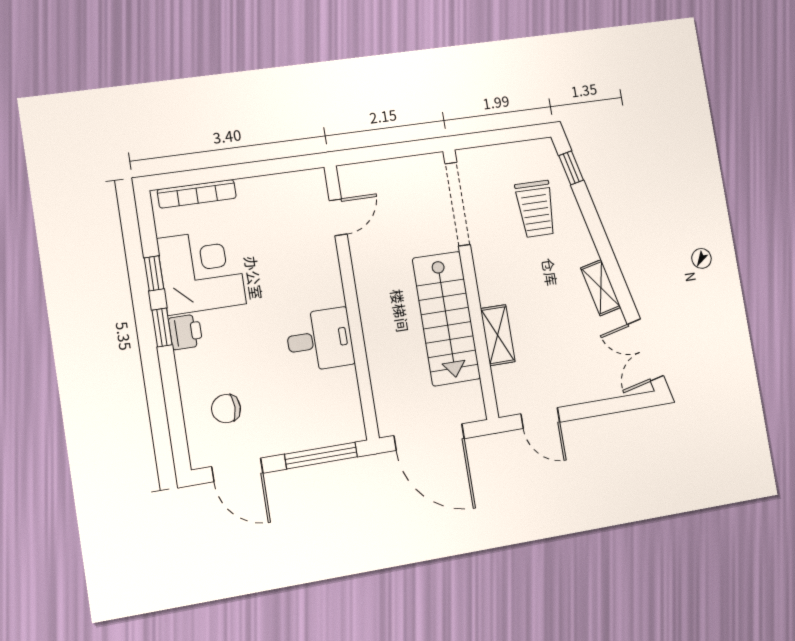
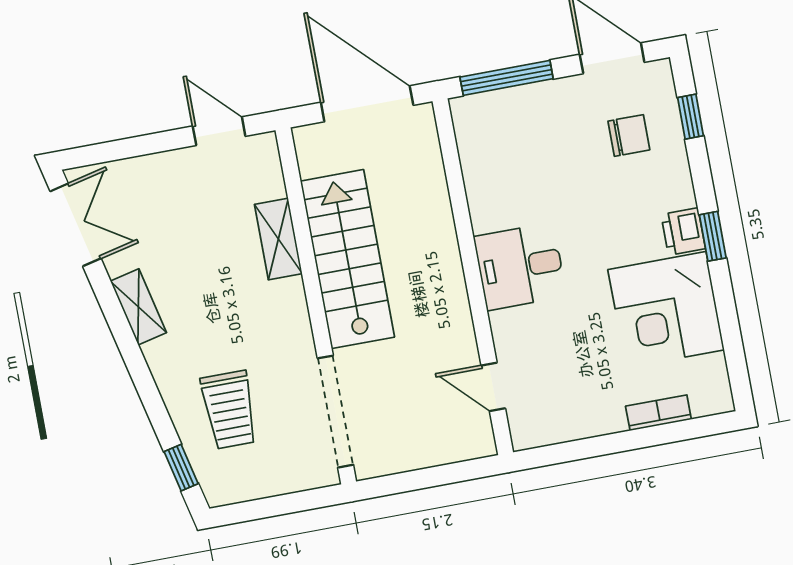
bookcase: (197, 194) -> (658, 413), width x0.64
trolley: (536, 209) -> (229, 410), turned 180
door: (338, 217) -> (493, 387), hinge flipped
window: (154, 273) -> (691, 117), moved
desk: (320, 340) -> (520, 266), moved

